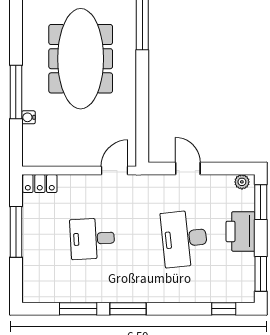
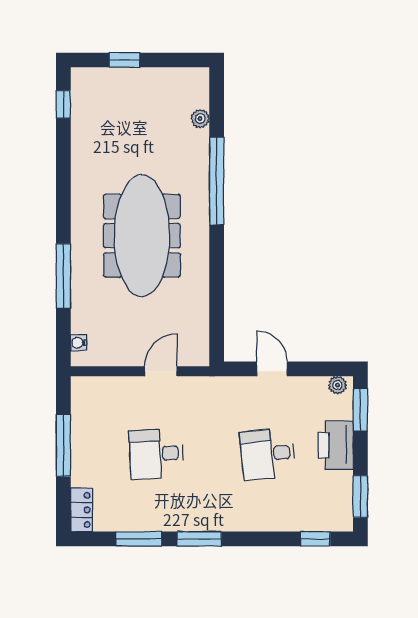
water cooler: (28, 117) -> (79, 343), moved
door: (115, 171) -> (161, 371), moved
locker: (40, 184) -> (82, 510), moved, turned -90
desk: (184, 239) -> (268, 454), width x0.73

